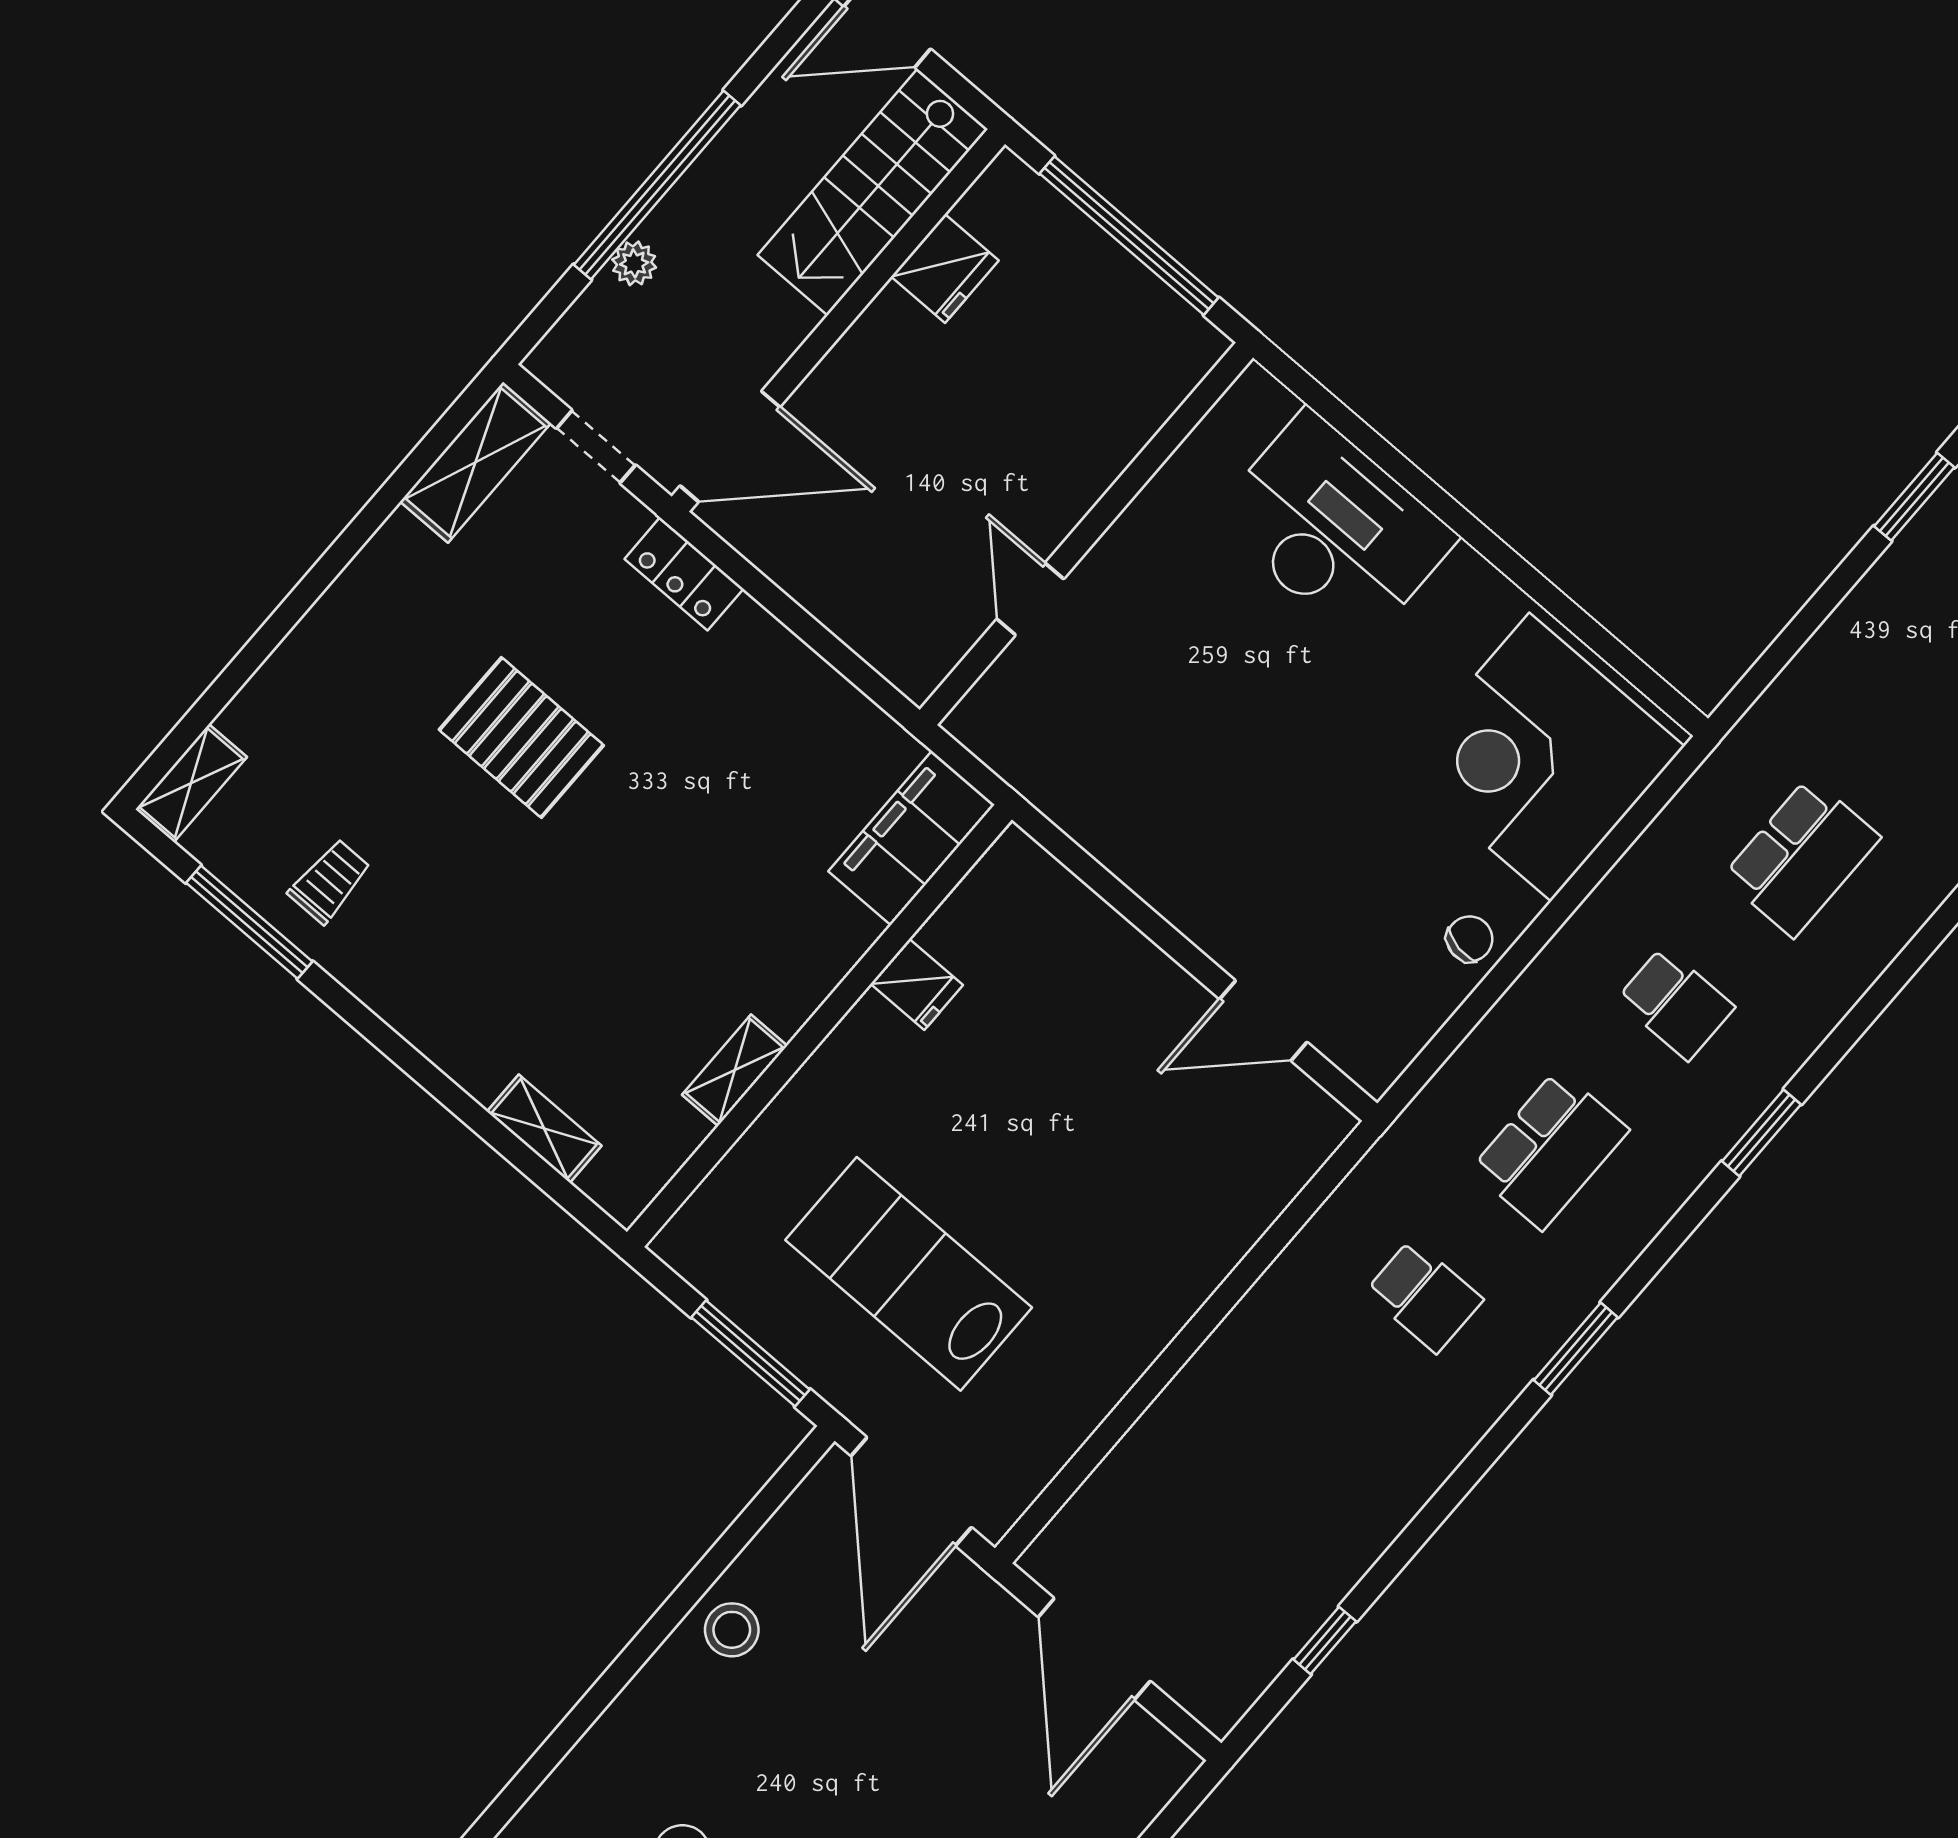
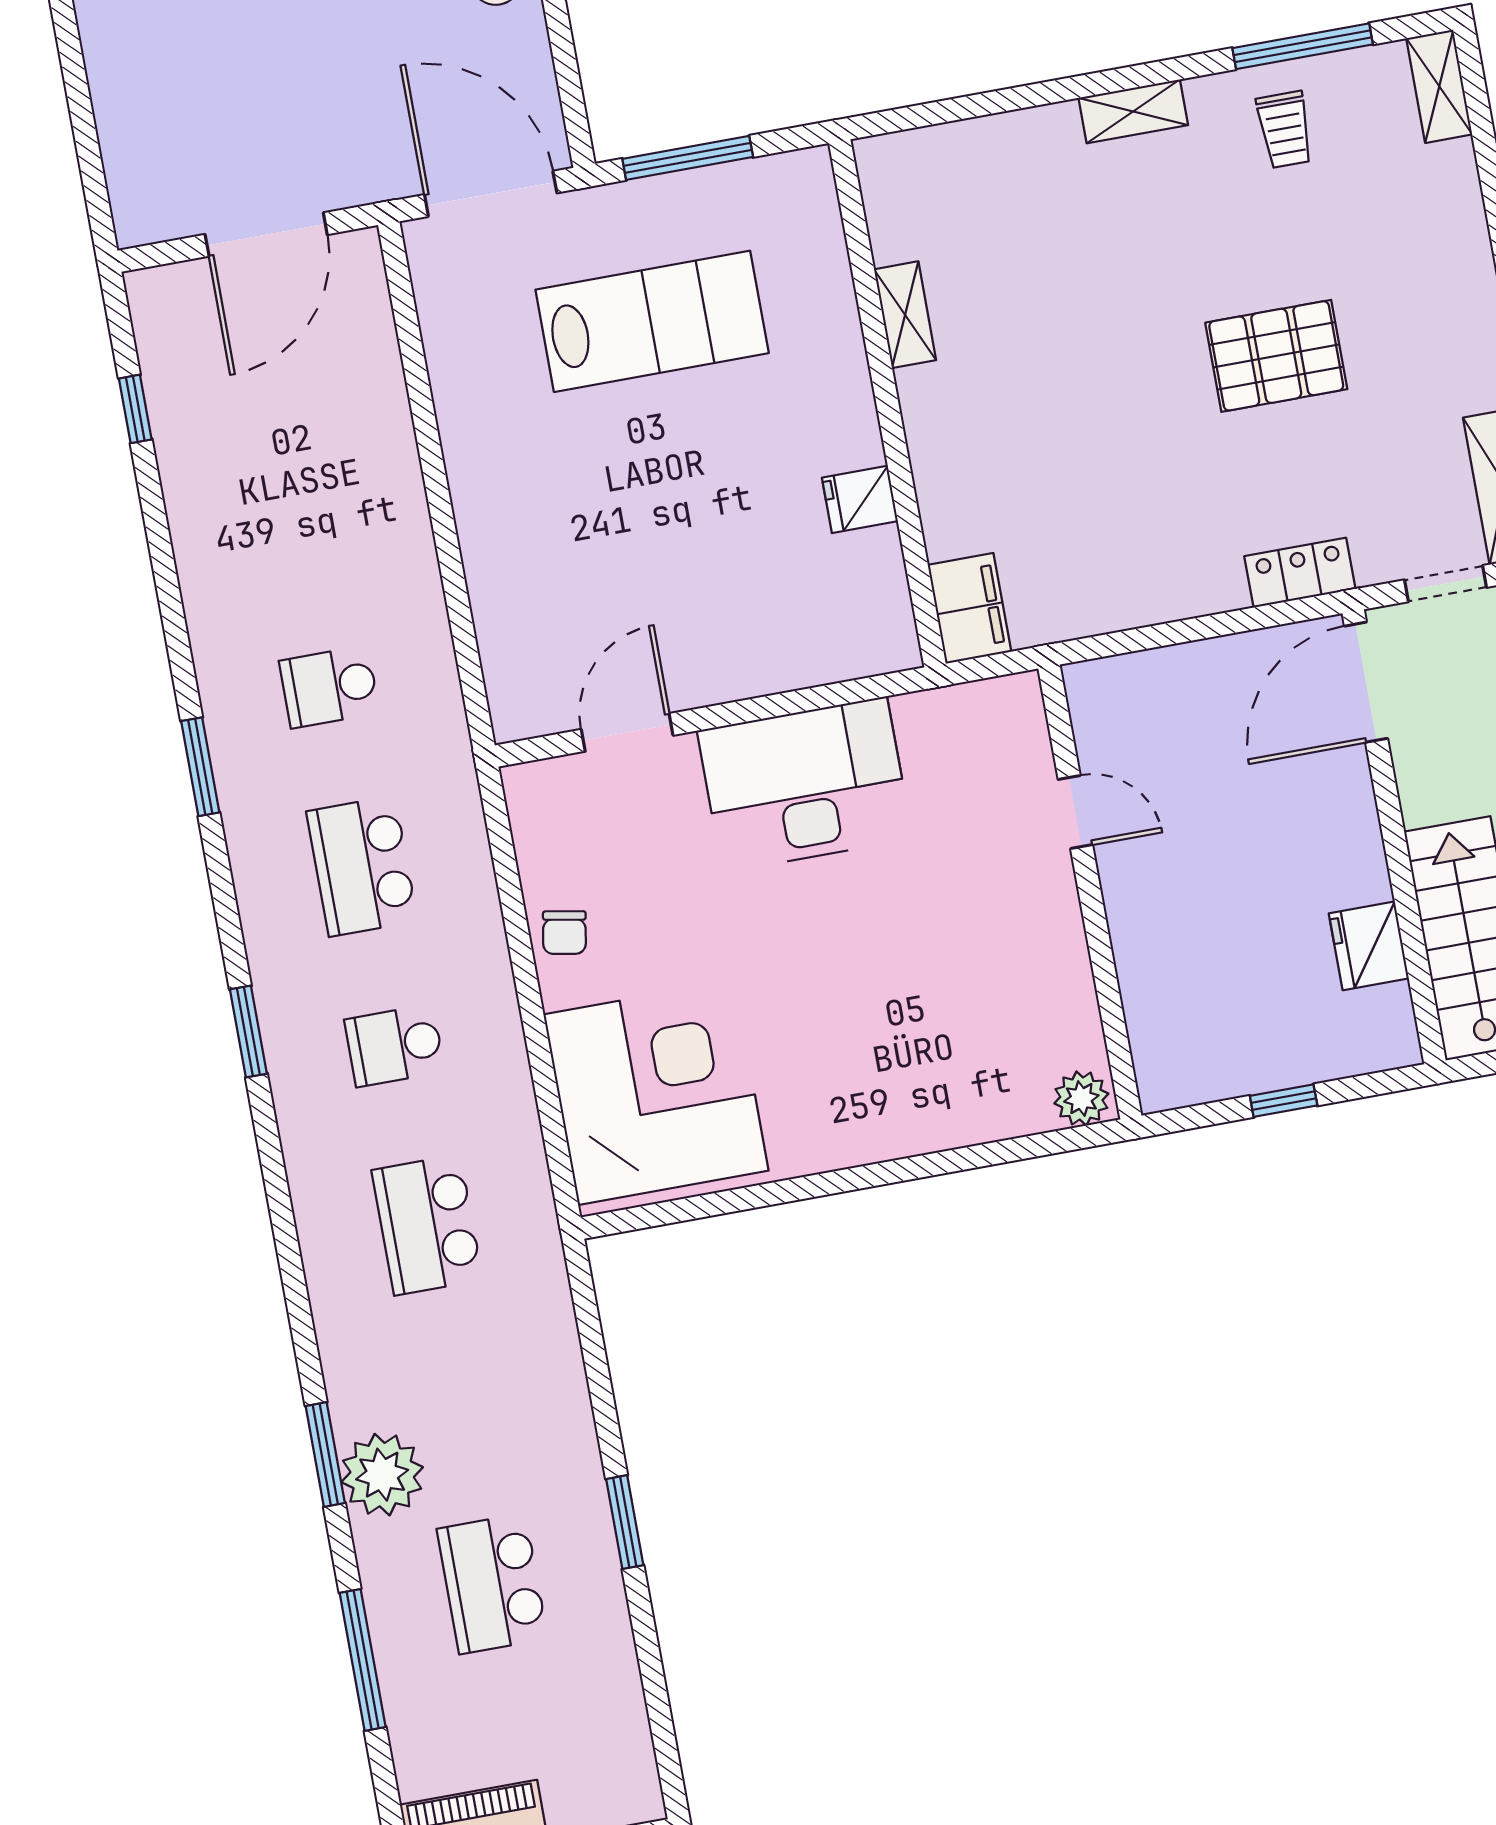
window: (1129, 236) -> (1284, 1101), width x0.32
plant: (1262, 403) -> (1081, 1099), added
desk: (1334, 528) -> (805, 785), moved, turned 180
filing cabinet: (912, 838) -> (969, 608), width x0.67, depth x0.86
shelving: (544, 1129) -> (1133, 111), moved
door: (1094, 1649) -> (266, 235), swing flipped

